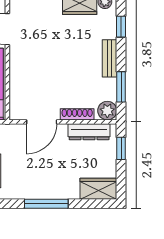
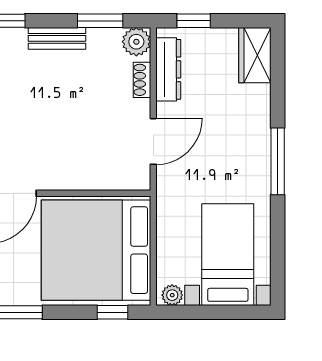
shoe rack: (77, 114) -> (142, 80), width x0.70
door: (42, 122) -> (153, 141), hinge flipped
window: (46, 204) -> (278, 161), moved

